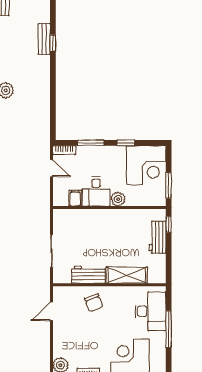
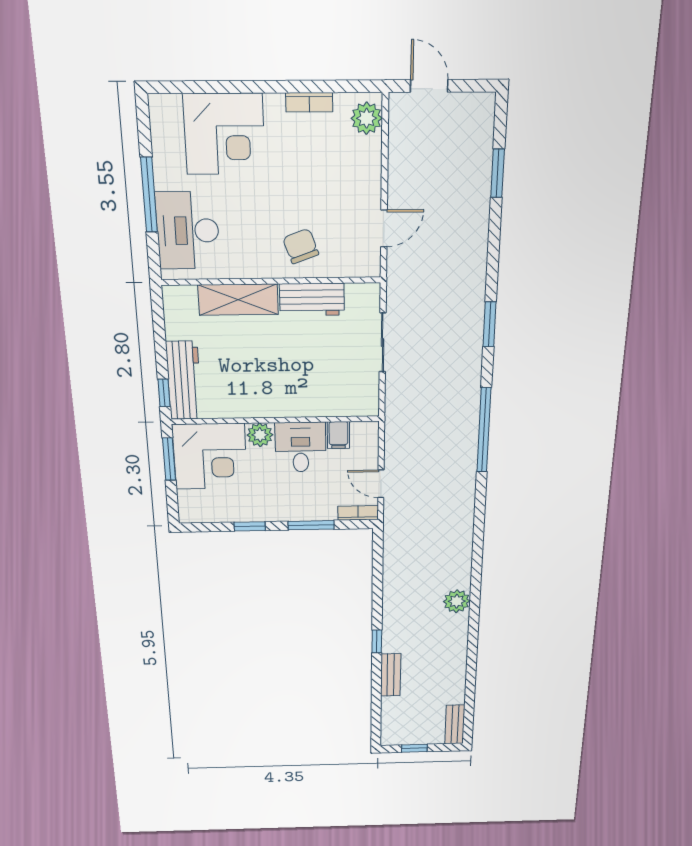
window: (53, 43) -> (377, 641), moved
corner desk: (146, 165) -> (210, 457), moved, turned 180
workbench: (157, 237) -> (184, 381), width x1.37

